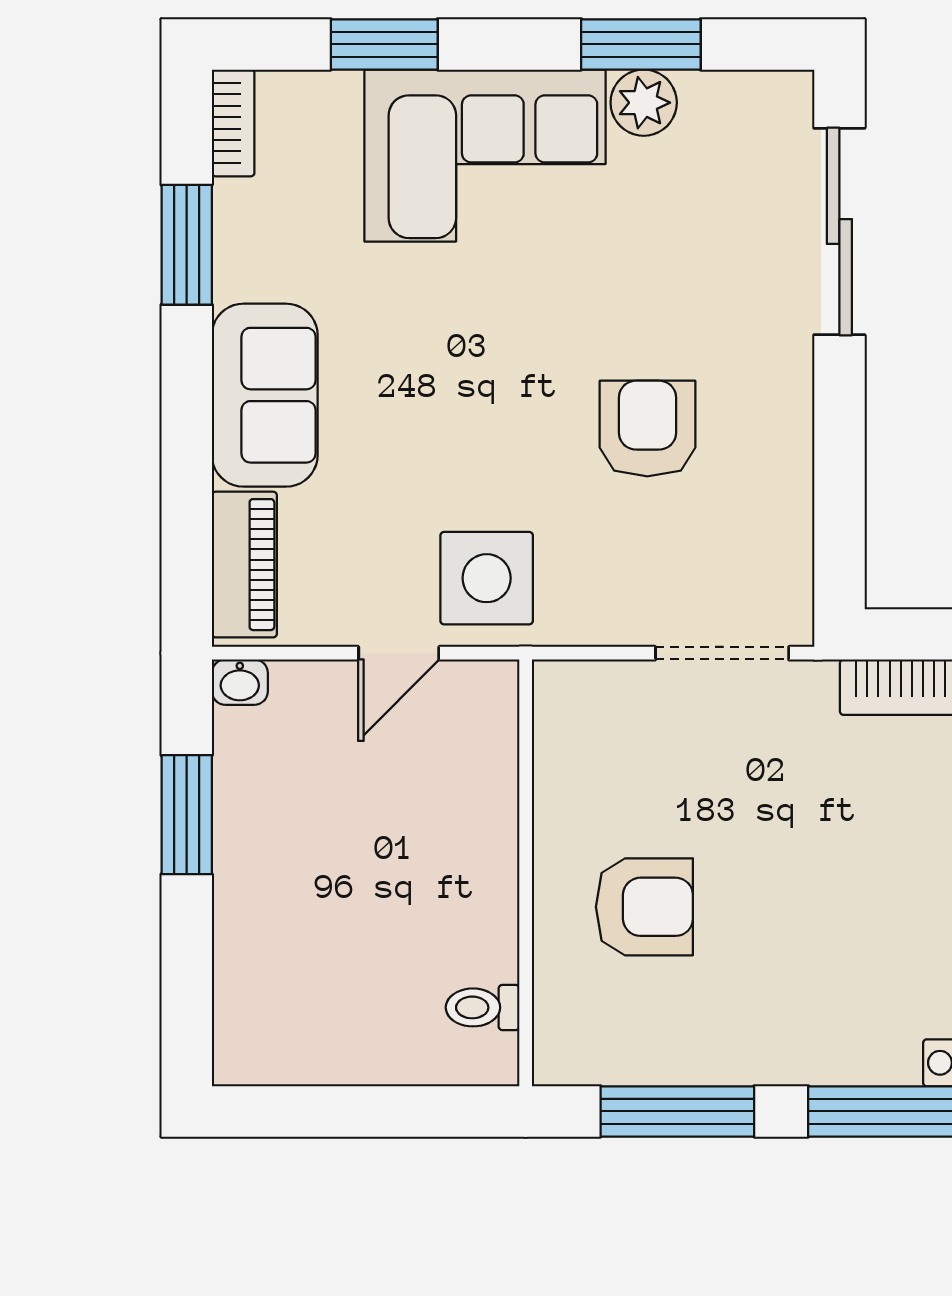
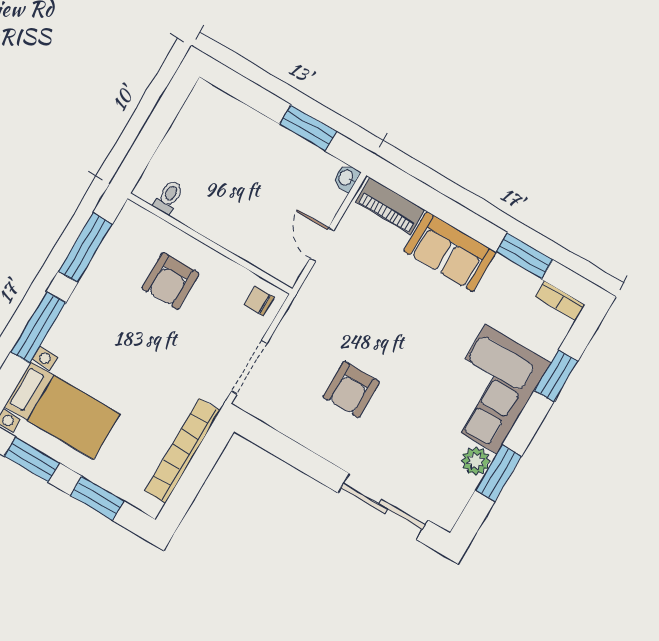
armchair: (647, 429) -> (351, 389), turned 90
side table: (487, 578) -> (331, 295), removed
chair: (581, 711) -> (259, 301), added

